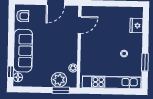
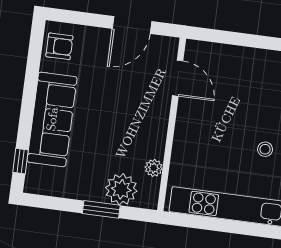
door: (80, 25) -> (178, 78), hinge flipped
floor lamp: (18, 77) -> (35, 175), removed
window: (61, 90) -> (101, 209), moved

